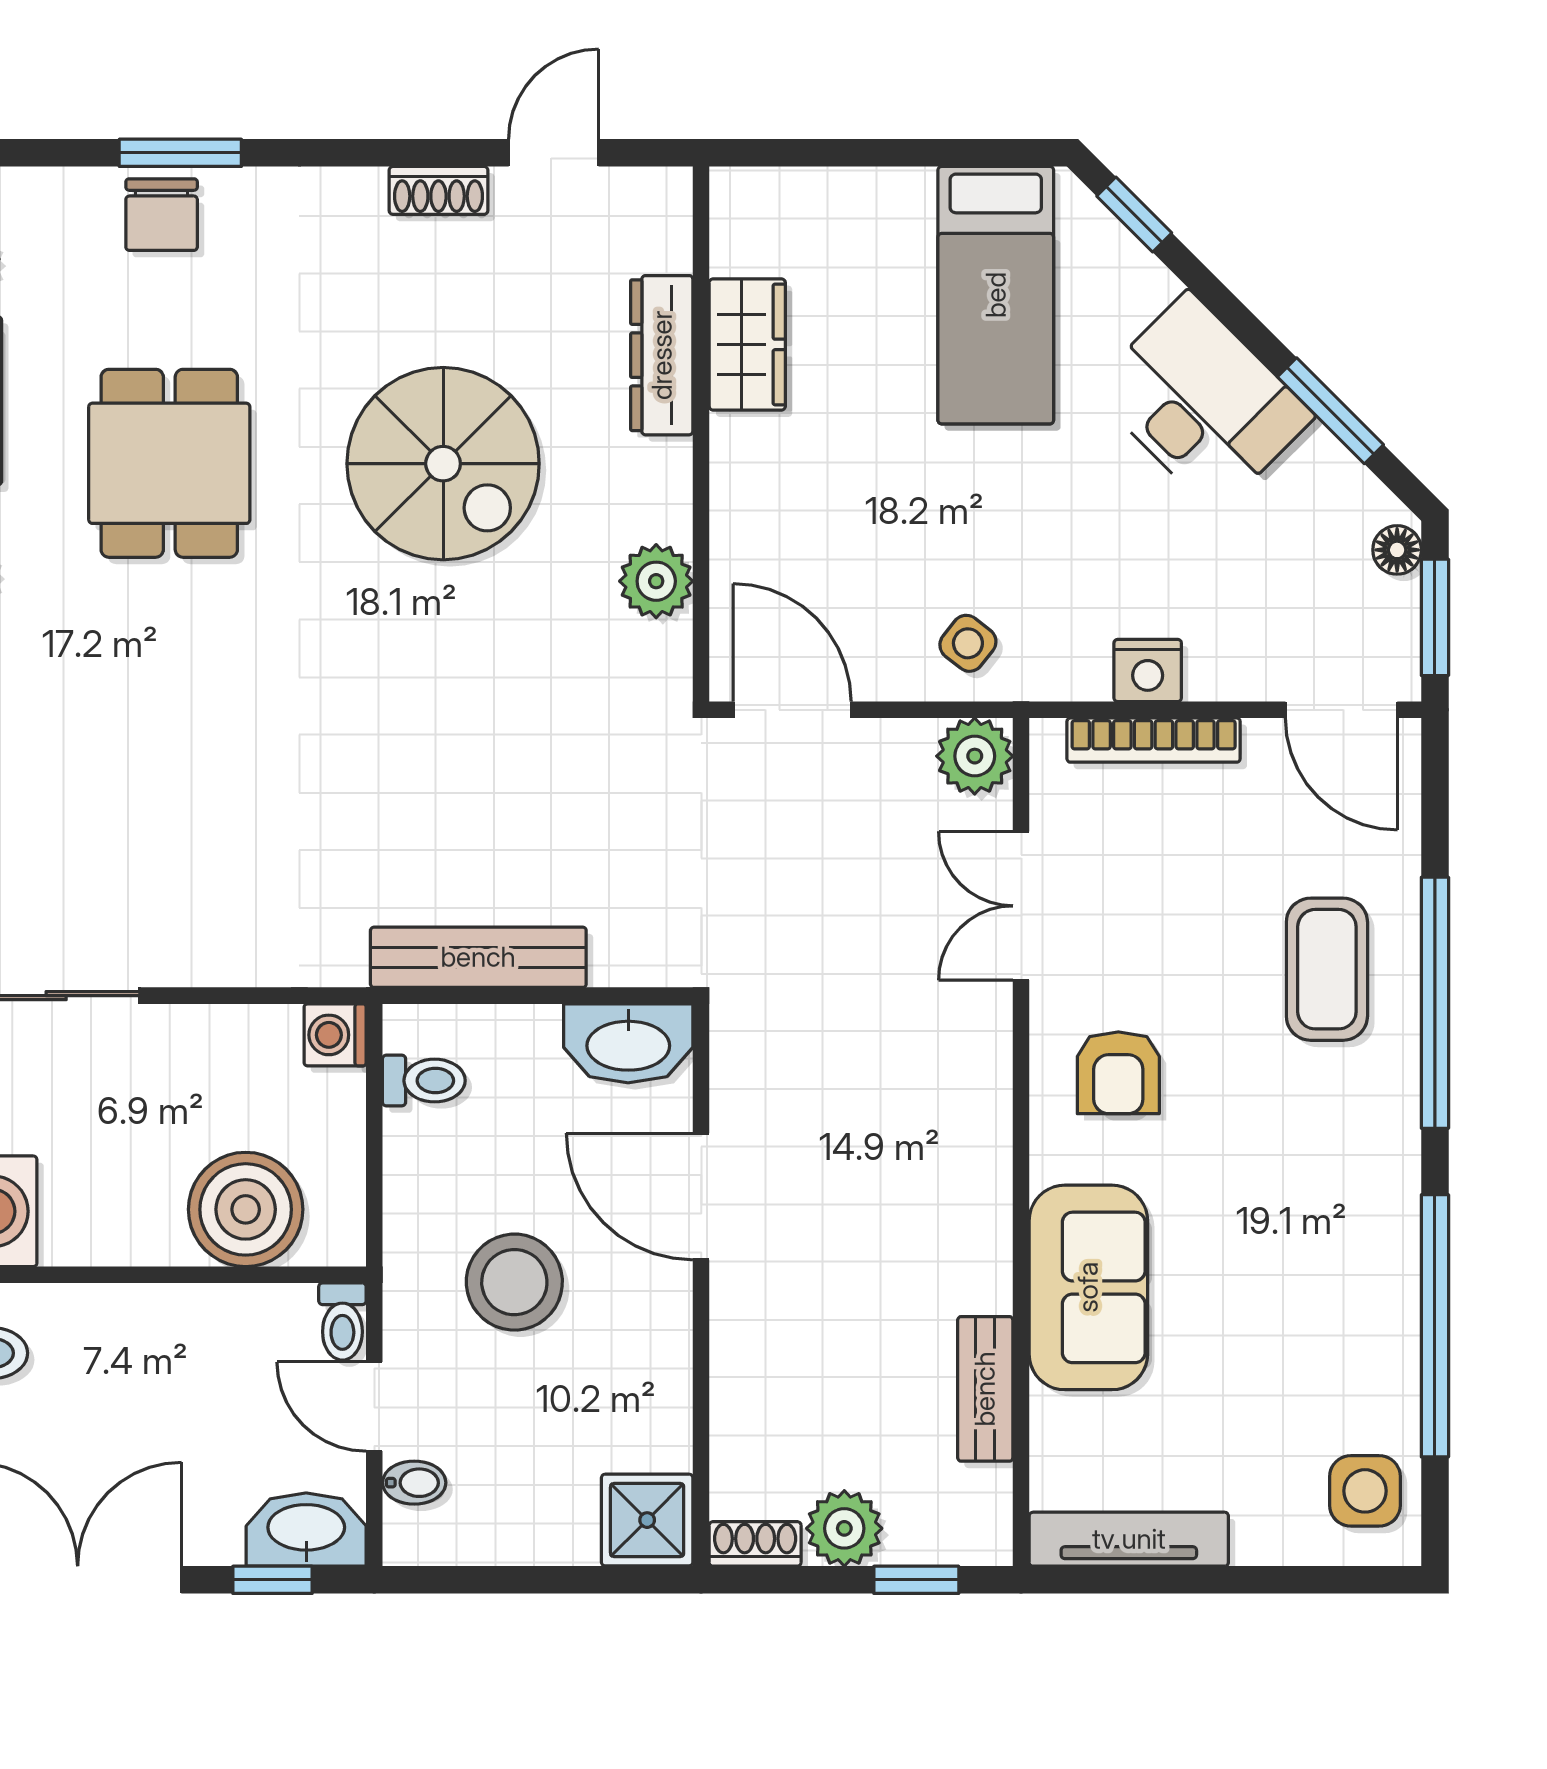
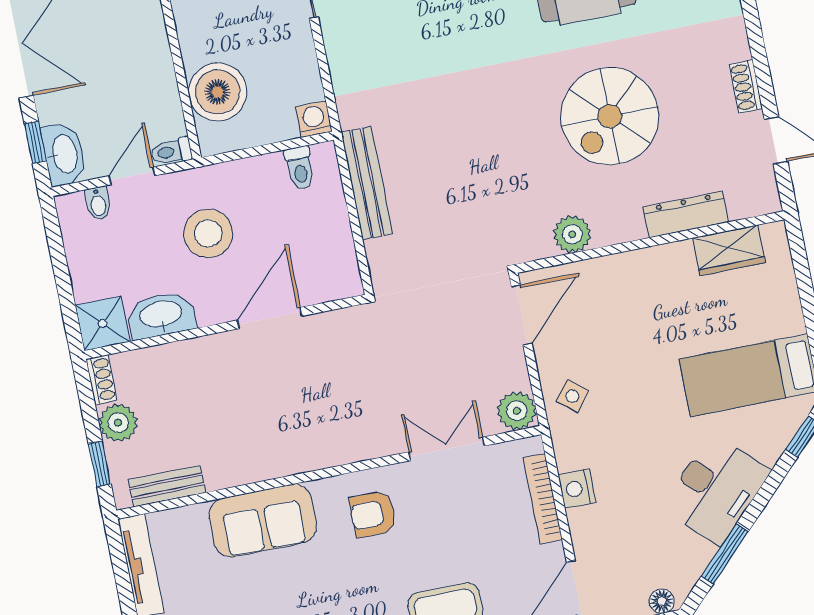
wardrobe: (747, 344) -> (729, 250), moved
washbasin: (628, 1043) -> (161, 315), moved, turned 90
bench: (985, 1389) -> (167, 486), moved

